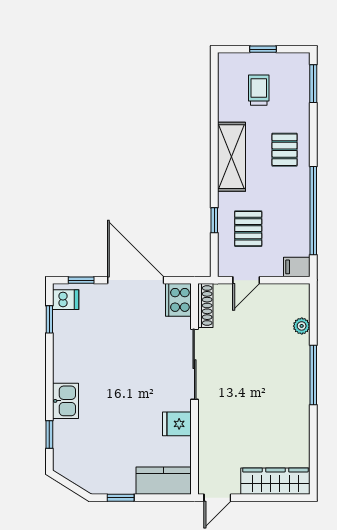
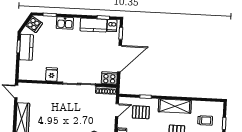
door: (246, 280) -> (117, 110), swing flipped
kitchen counter: (67, 340) -> (93, 25), added
cooker: (72, 467) -> (34, 24), added
kitchen counter: (164, 481) -> (26, 47), moved

